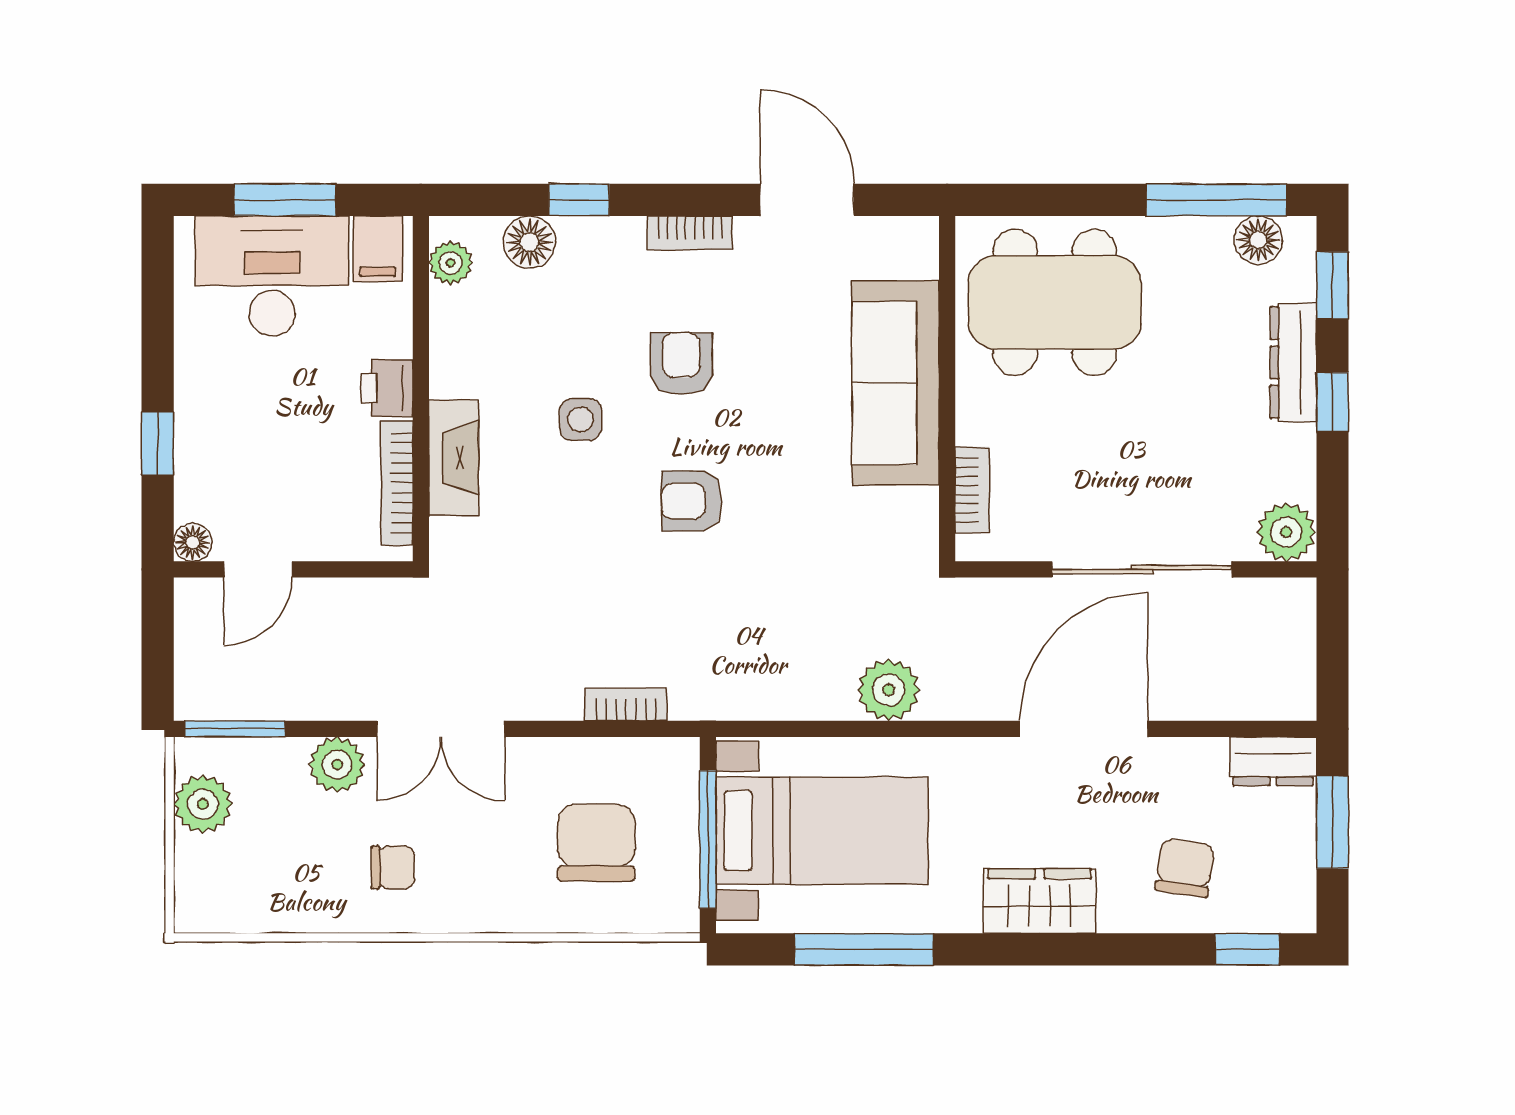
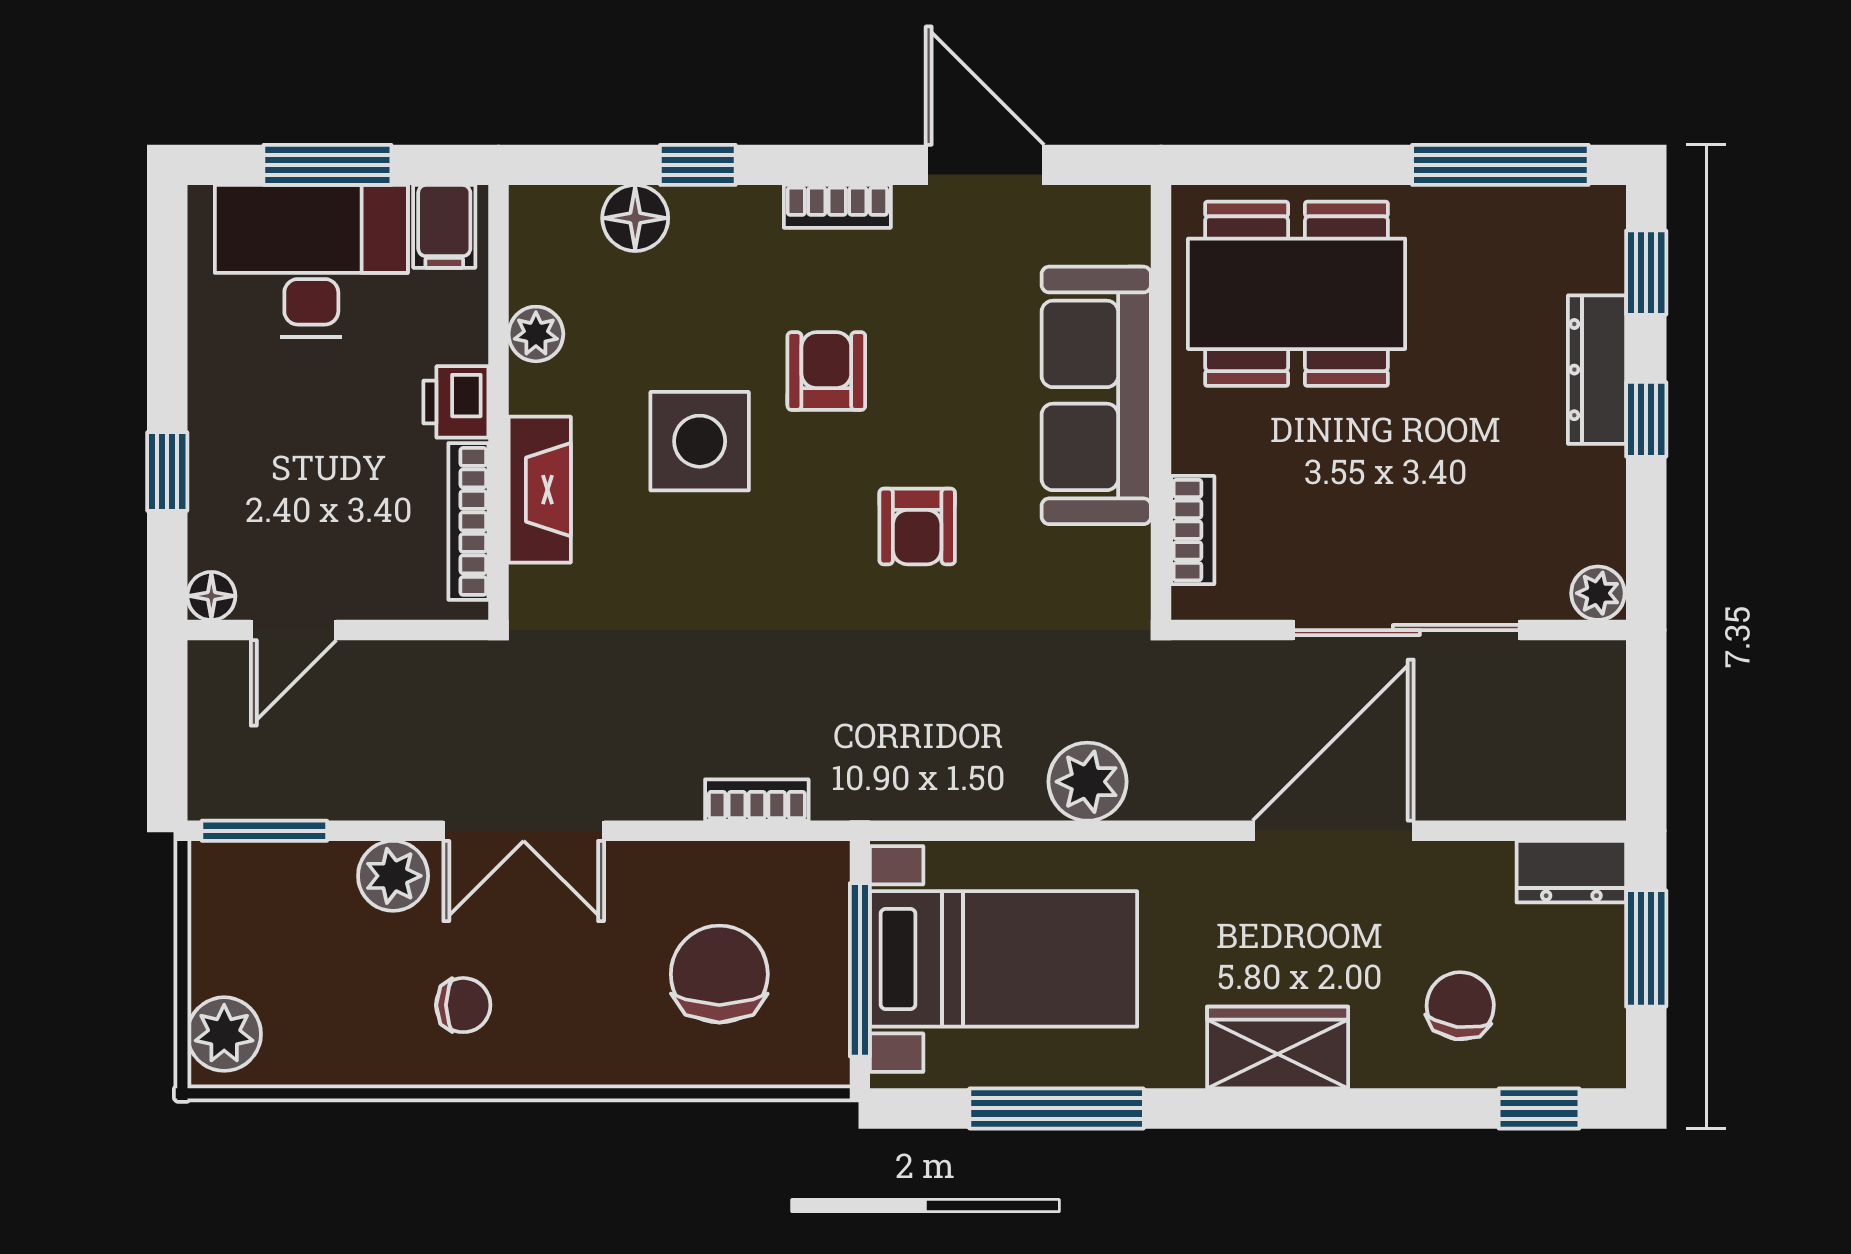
floor lamp: (1258, 240) -> (1553, 215), removed
plant: (451, 263) -> (536, 334), moved
side table: (581, 419) -> (700, 441), width x1.87, depth x1.87
armchair: (692, 501) -> (917, 526), moved, turned -90
plant: (1286, 532) -> (1598, 593), width x0.73, depth x0.73
plant: (203, 804) -> (224, 1034), moved

